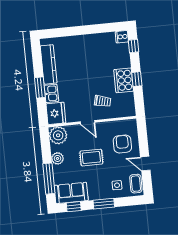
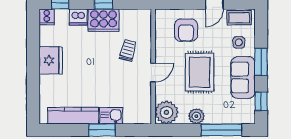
dishwasher: (124, 61) -> (78, 17), added
fridge: (56, 113) -> (51, 60), moved, turned 90
armchair: (122, 144) -> (186, 30), turned -90
rug: (91, 158) -> (200, 72), width x1.36, depth x1.43
sofa: (71, 193) -> (243, 78), moved

